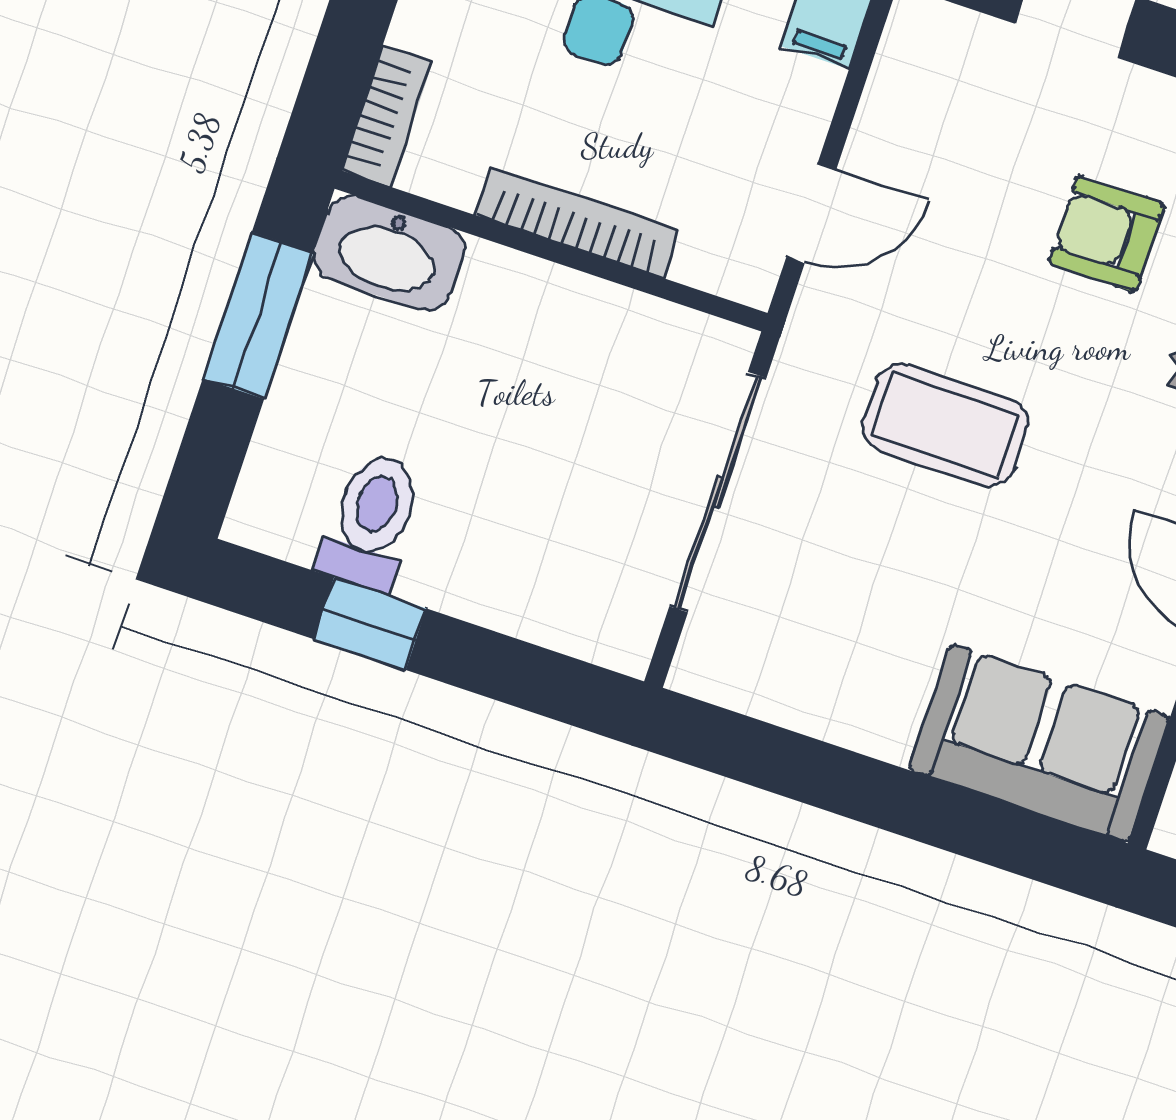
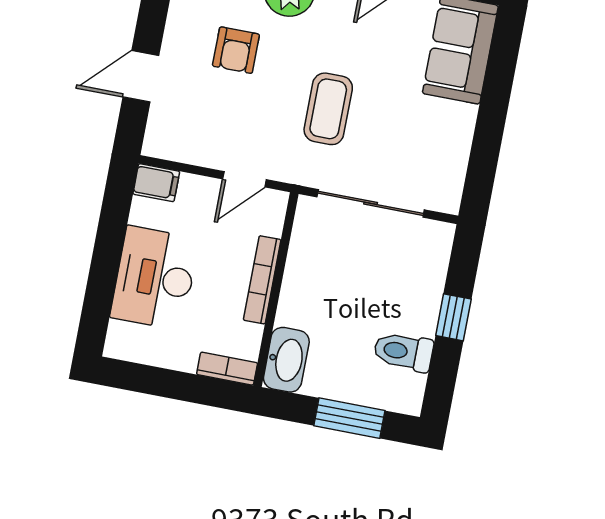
door: (811, 213) -> (244, 179), swing flipped
window: (258, 316) -> (349, 418), moved
window: (370, 624) -> (453, 317), moved

